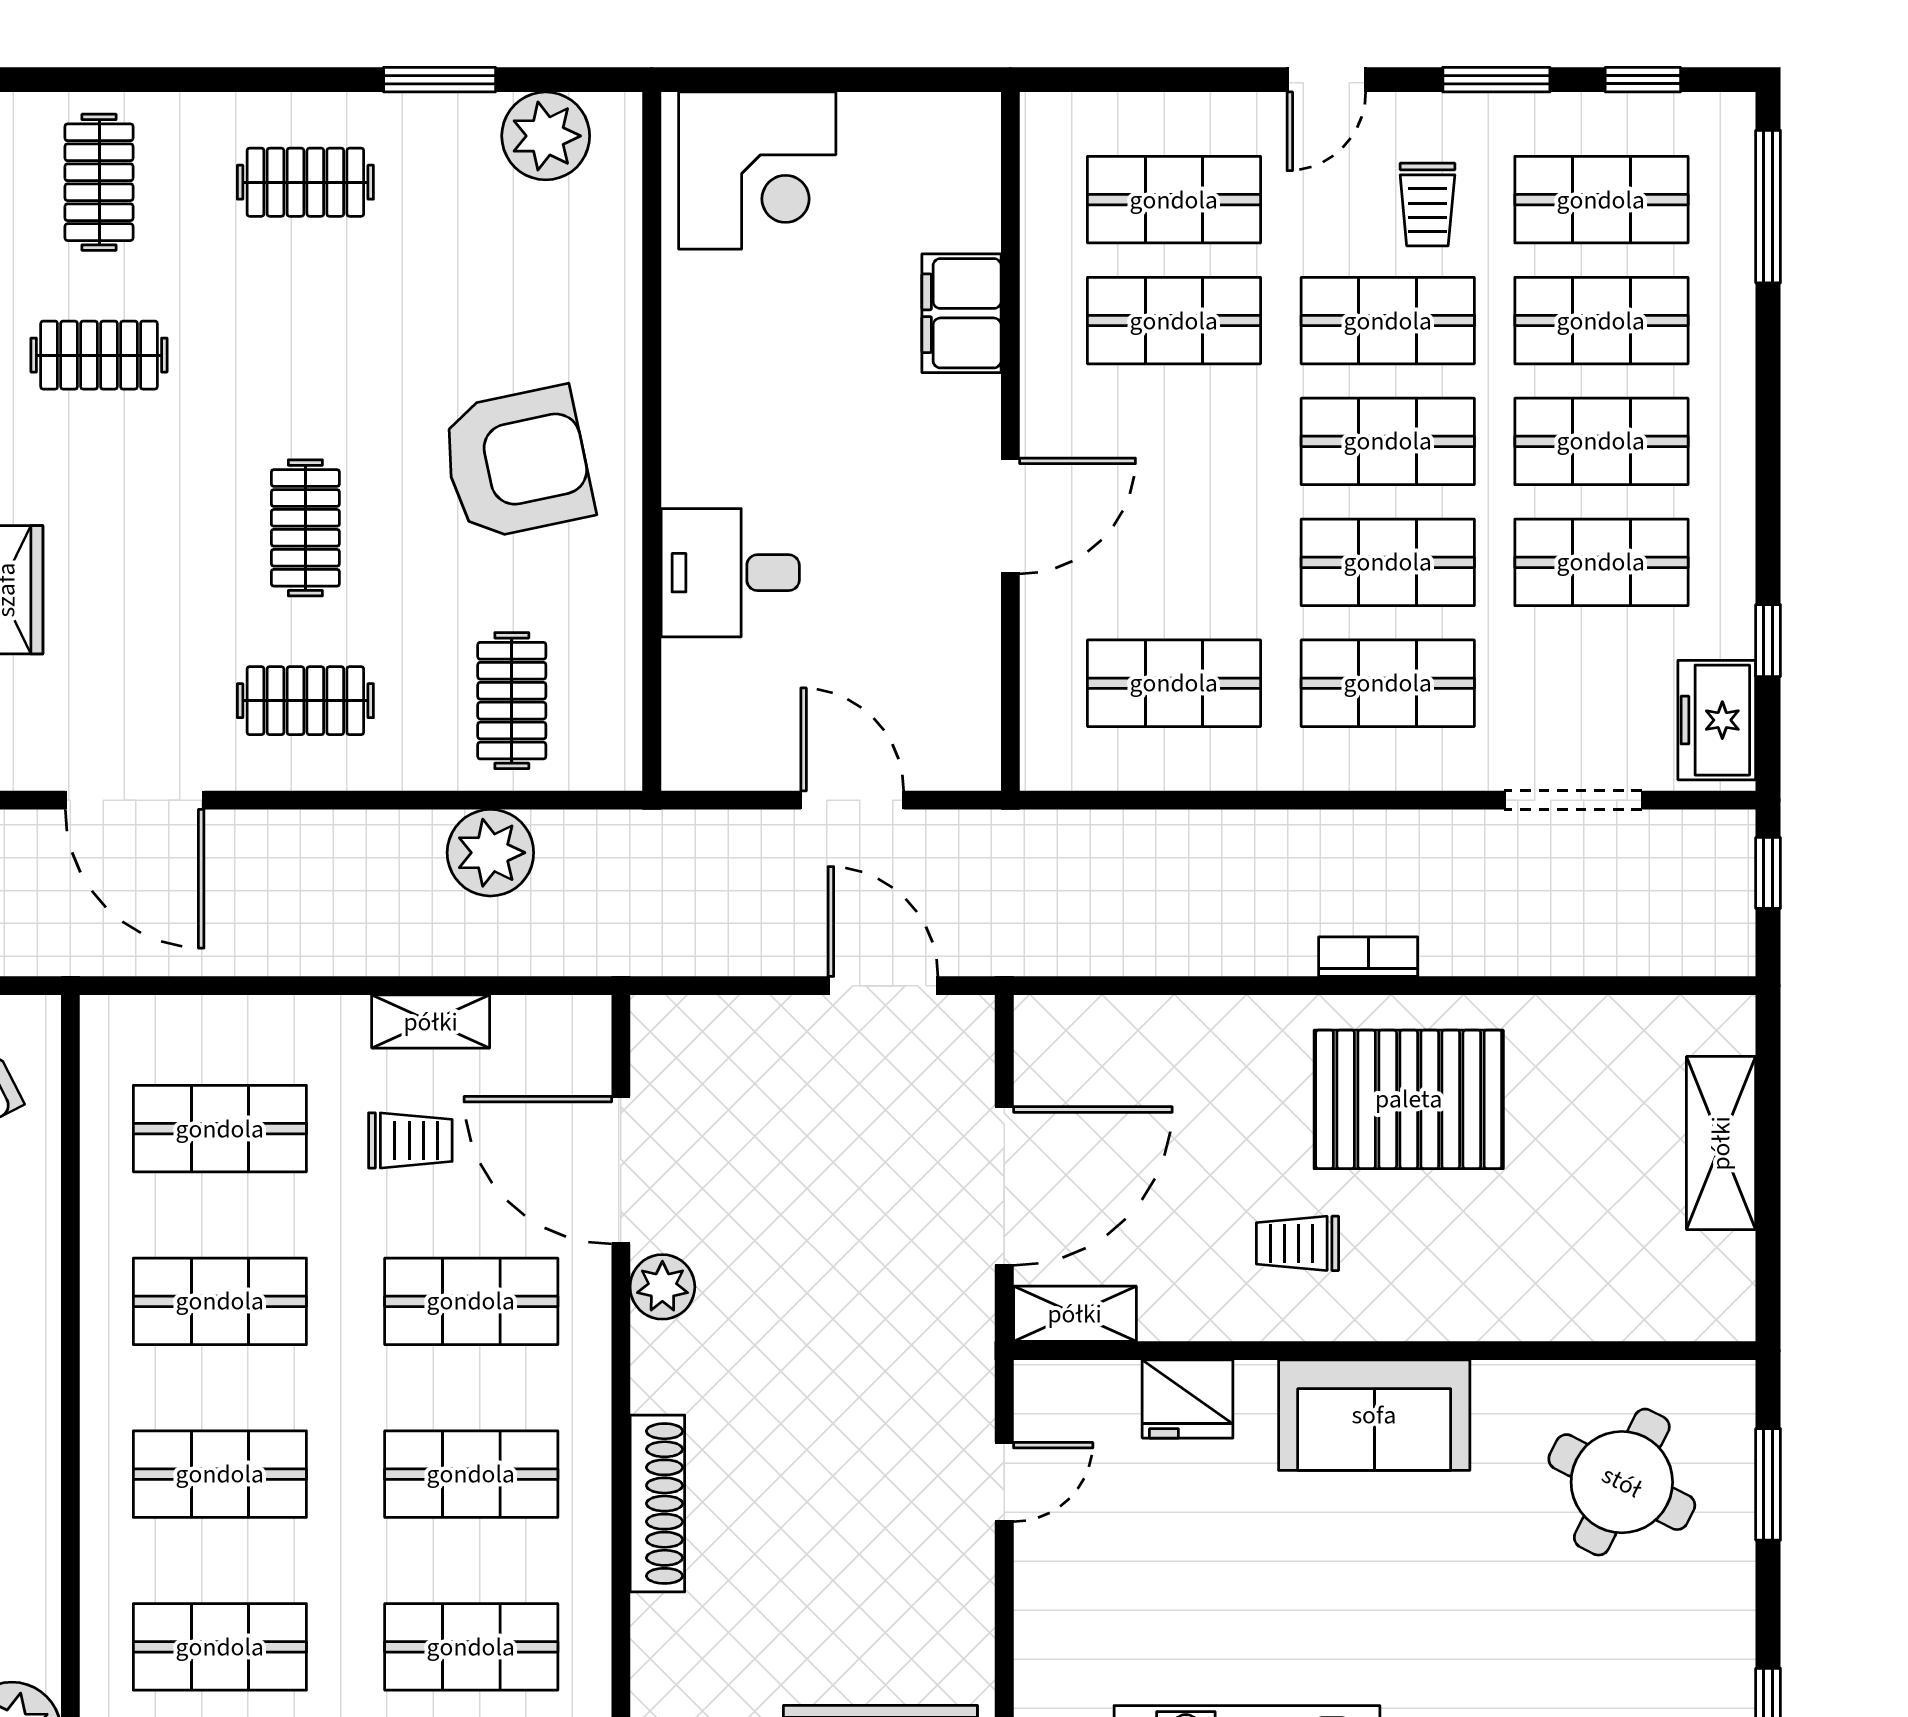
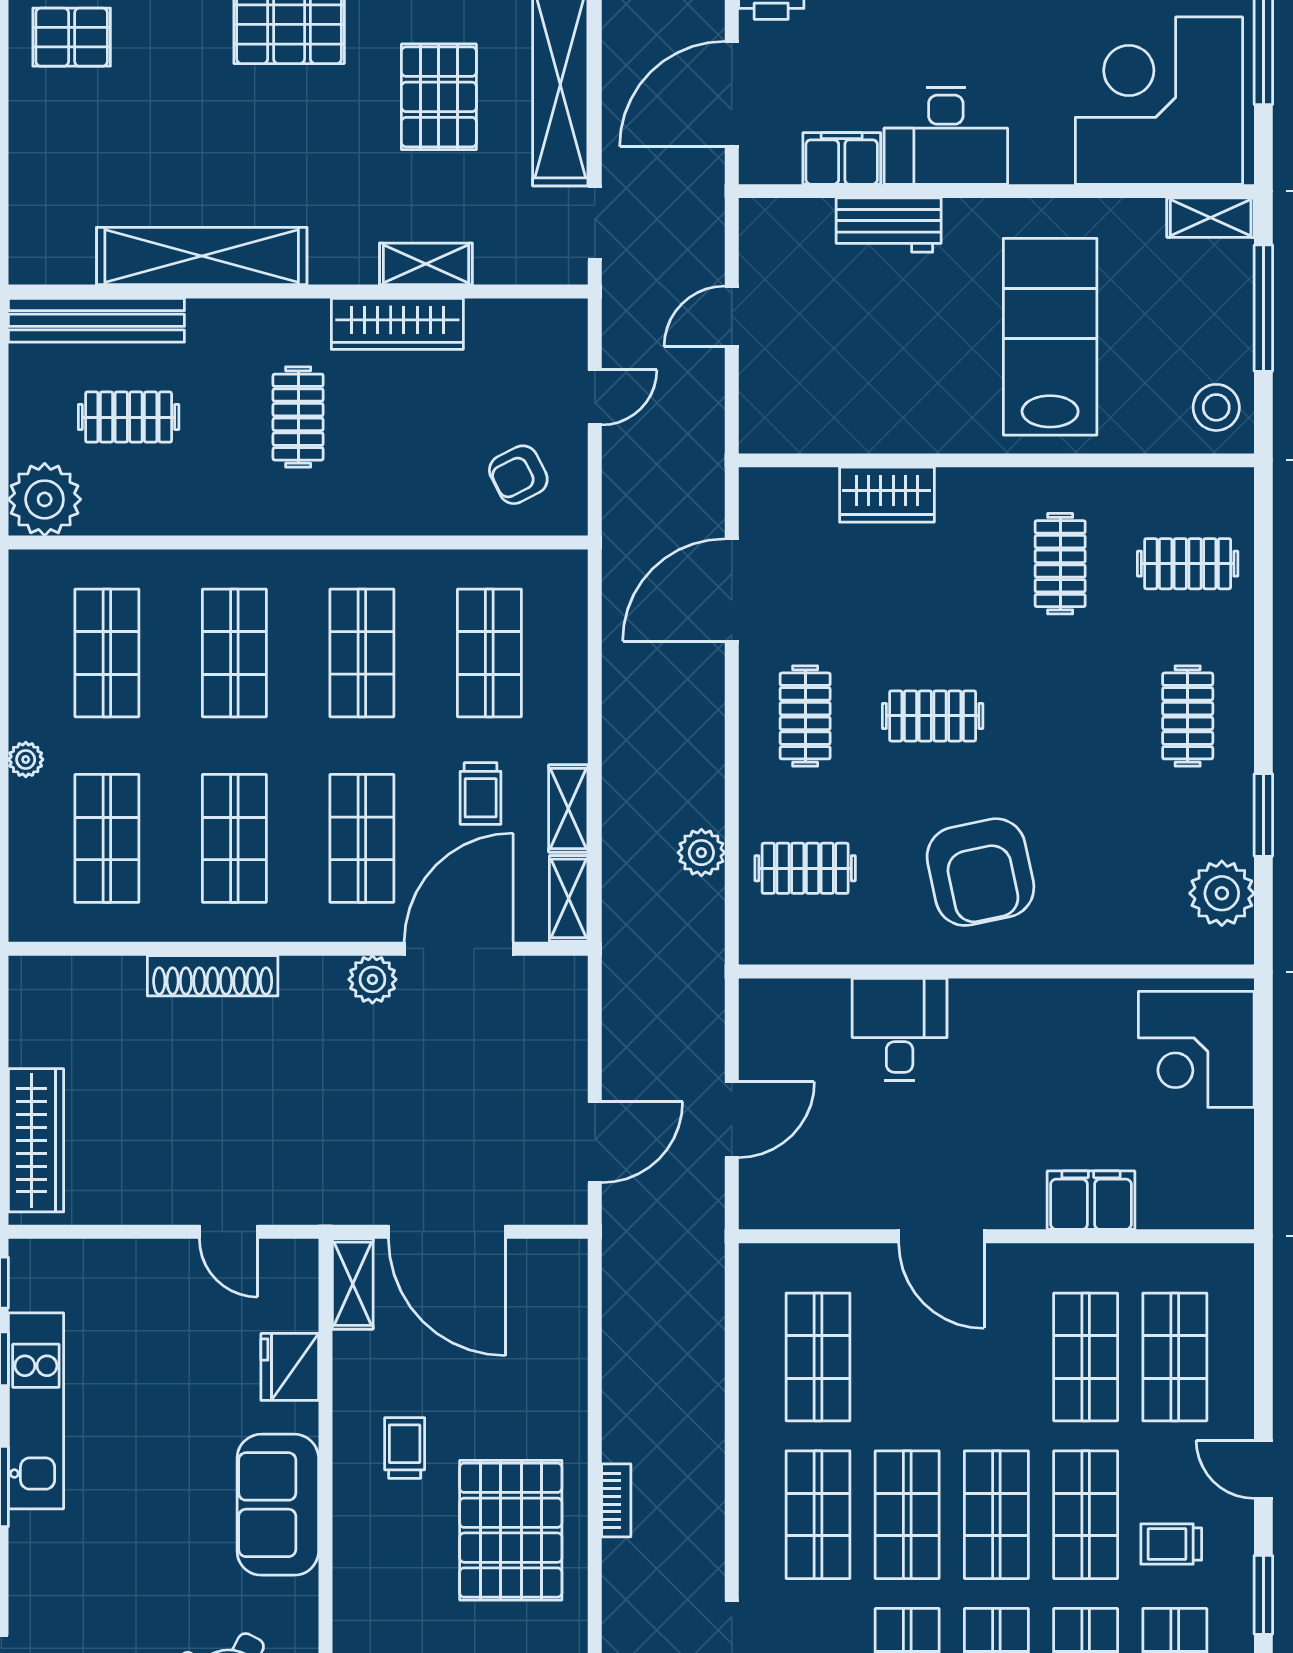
plant: (490, 853) -> (701, 853), width x0.73, depth x0.73
shelving: (553, 1021) -> (569, 898), added

